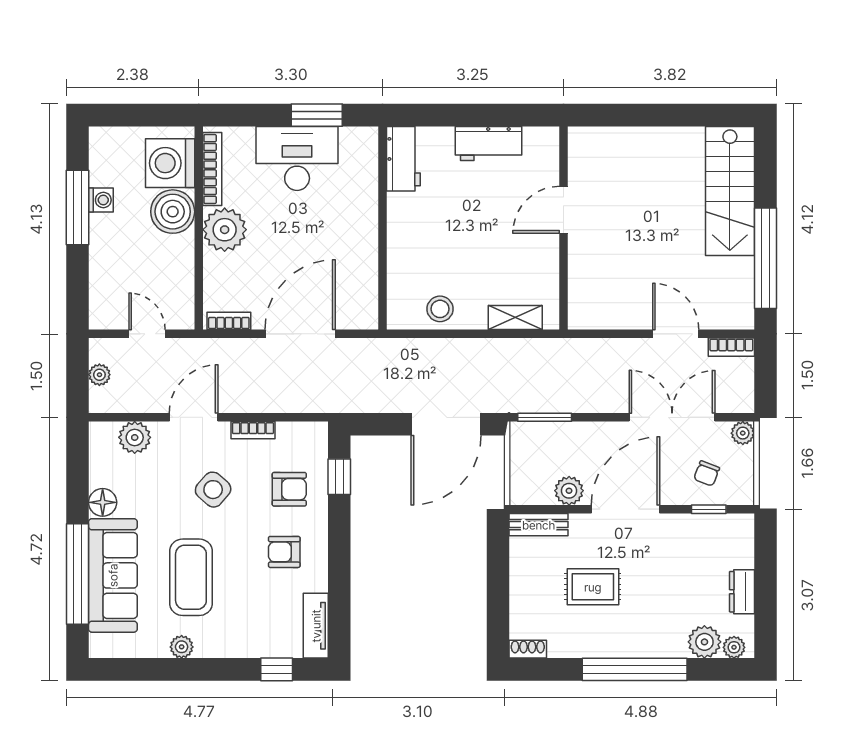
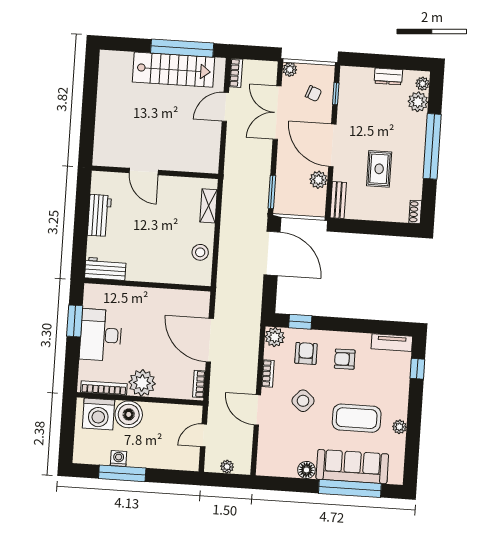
stairs: (730, 191) -> (173, 70), moved
plant: (135, 437) -> (275, 337), moved
armchair: (284, 552) -> (345, 359), turned 90

